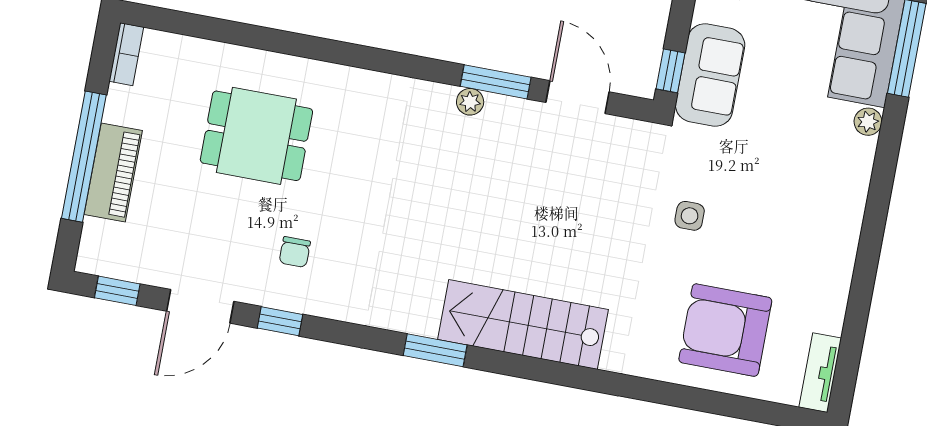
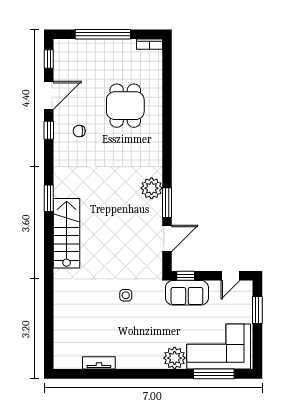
plant: (470, 102) -> (152, 188), width x1.87, depth x1.87
plant: (868, 122) -> (175, 358), width x1.88, depth x1.88
piano: (113, 172) -> (98, 48), removed
door: (200, 306) -> (49, 95), swing flipped
armchair: (725, 330) -> (80, 319), removed
tv unit: (820, 373) -> (99, 363), moved

